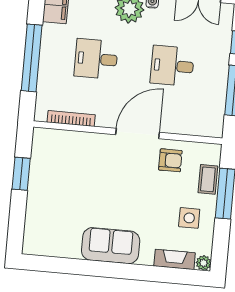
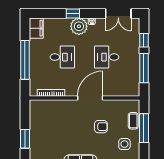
desk: (96, 59) -> (62, 57), turned 180
armchair: (170, 160) -> (101, 127), moved
window: (21, 174) -> (25, 139), moved

